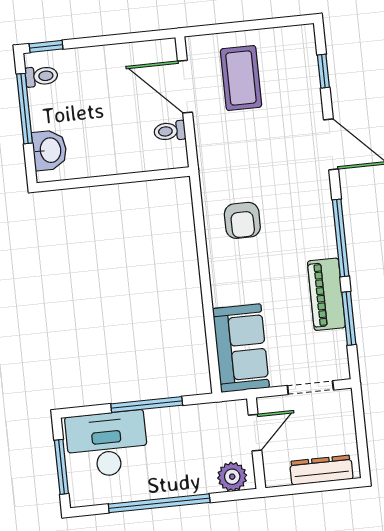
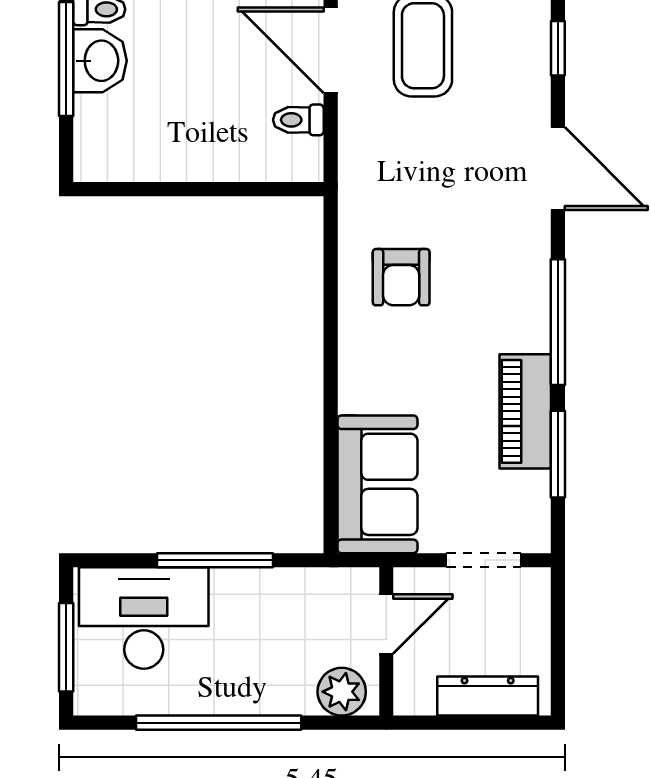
washbasin: (50, 150) -> (100, 61), moved

